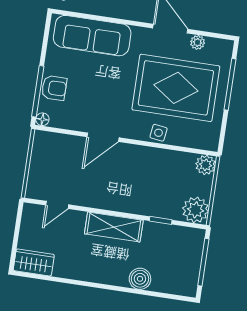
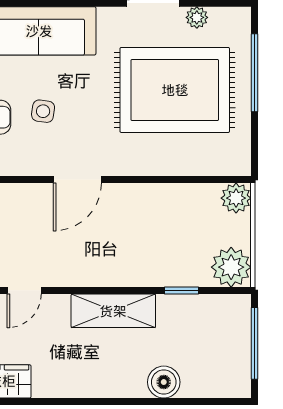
side table: (158, 133) -> (43, 111), moved

